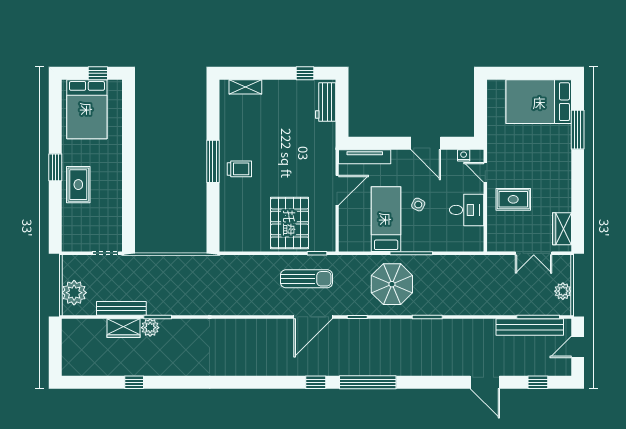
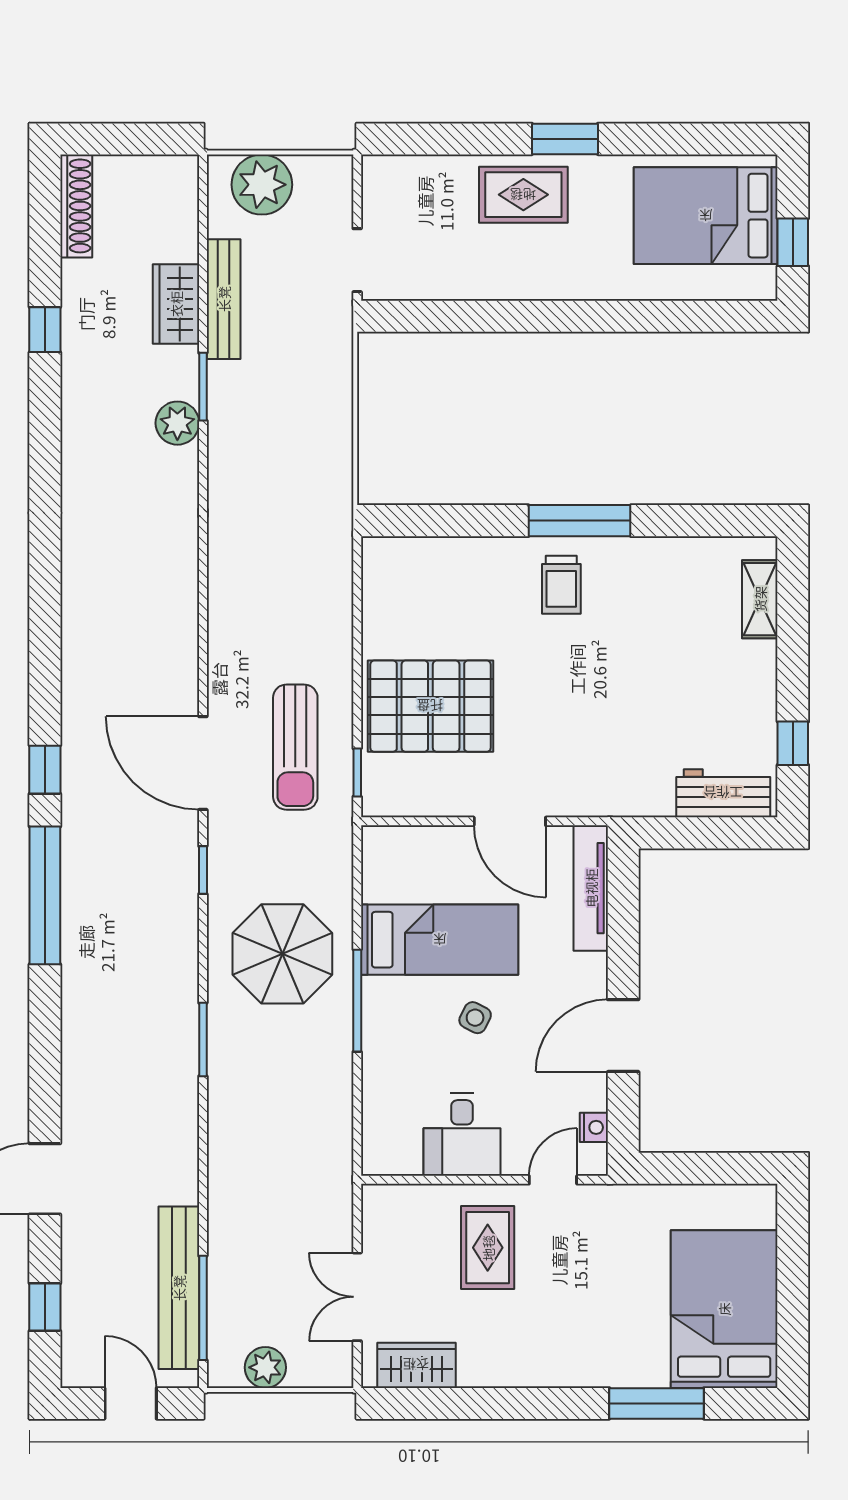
plant: (150, 328) -> (177, 423), moved
shoe rack: (83, 369) -> (76, 206), added

